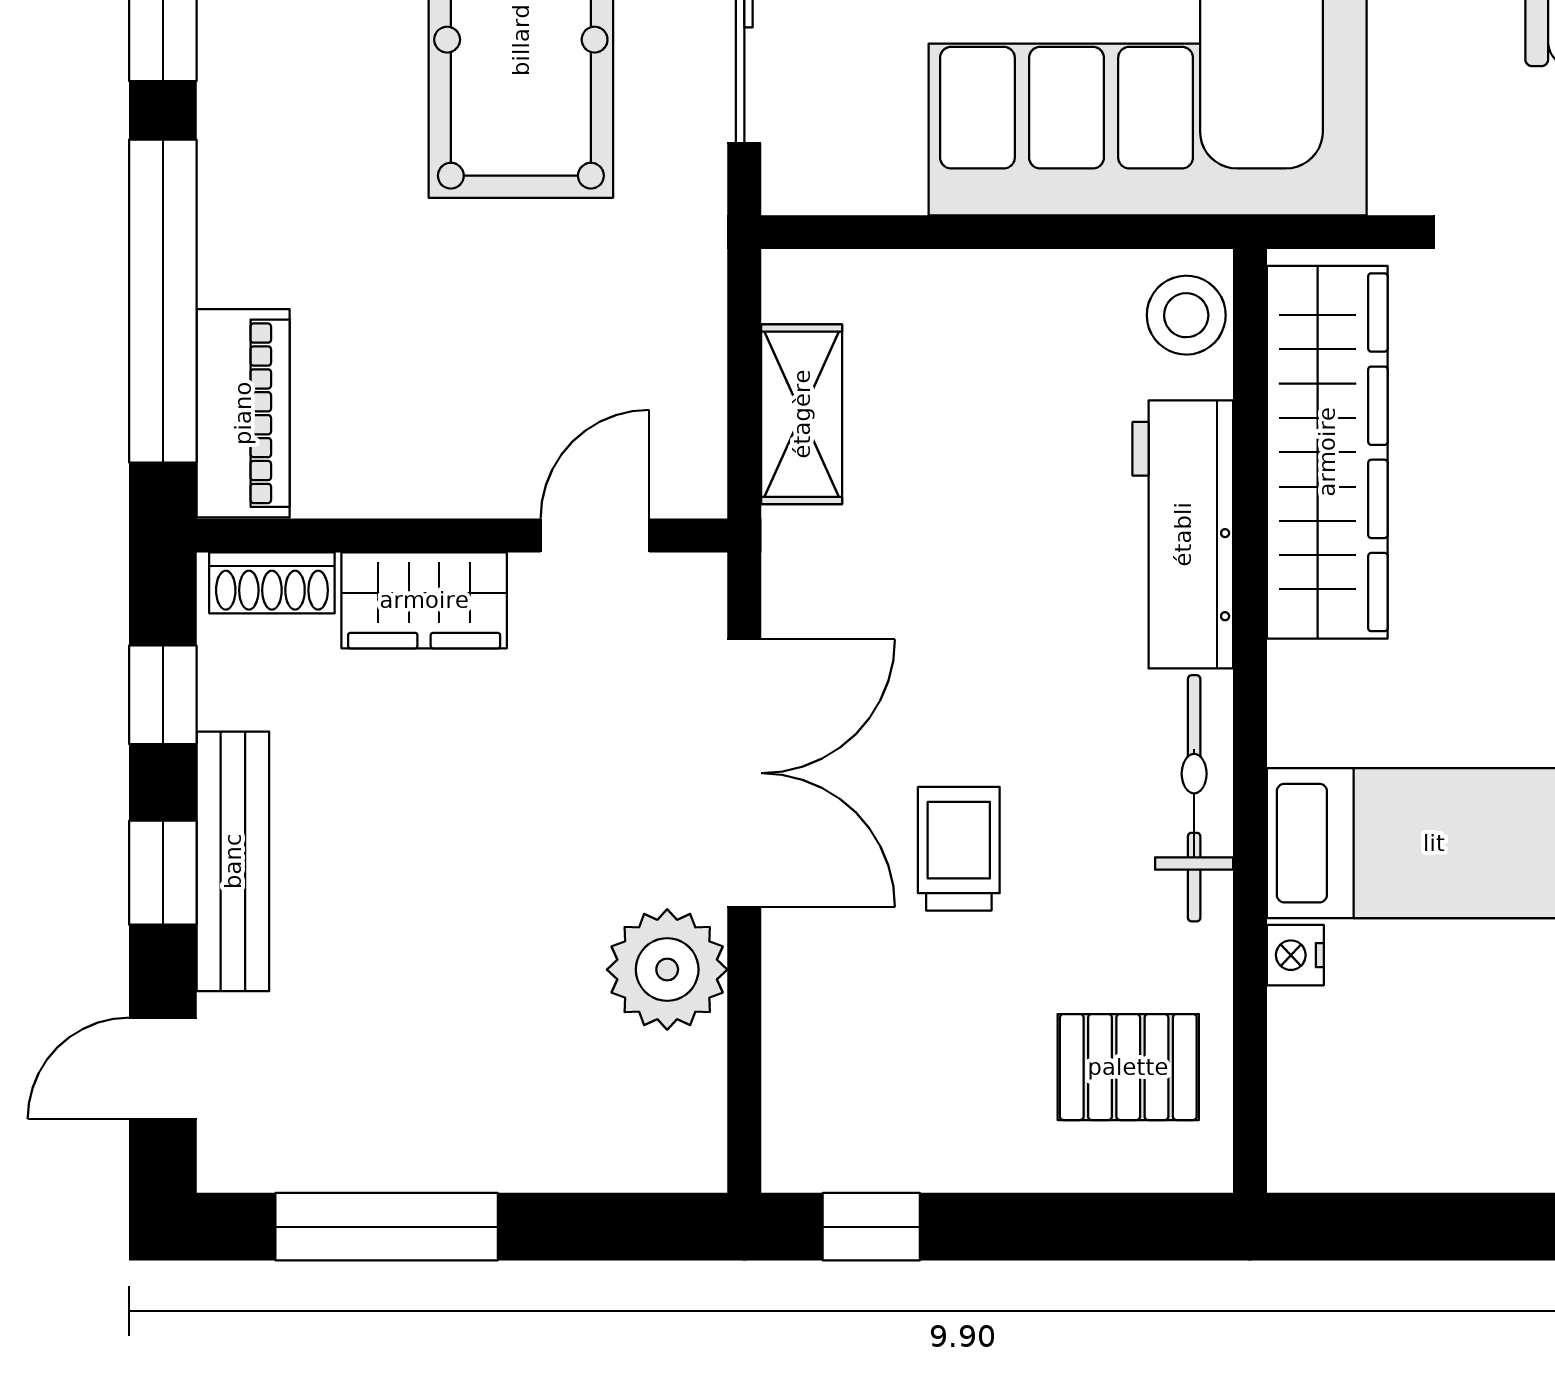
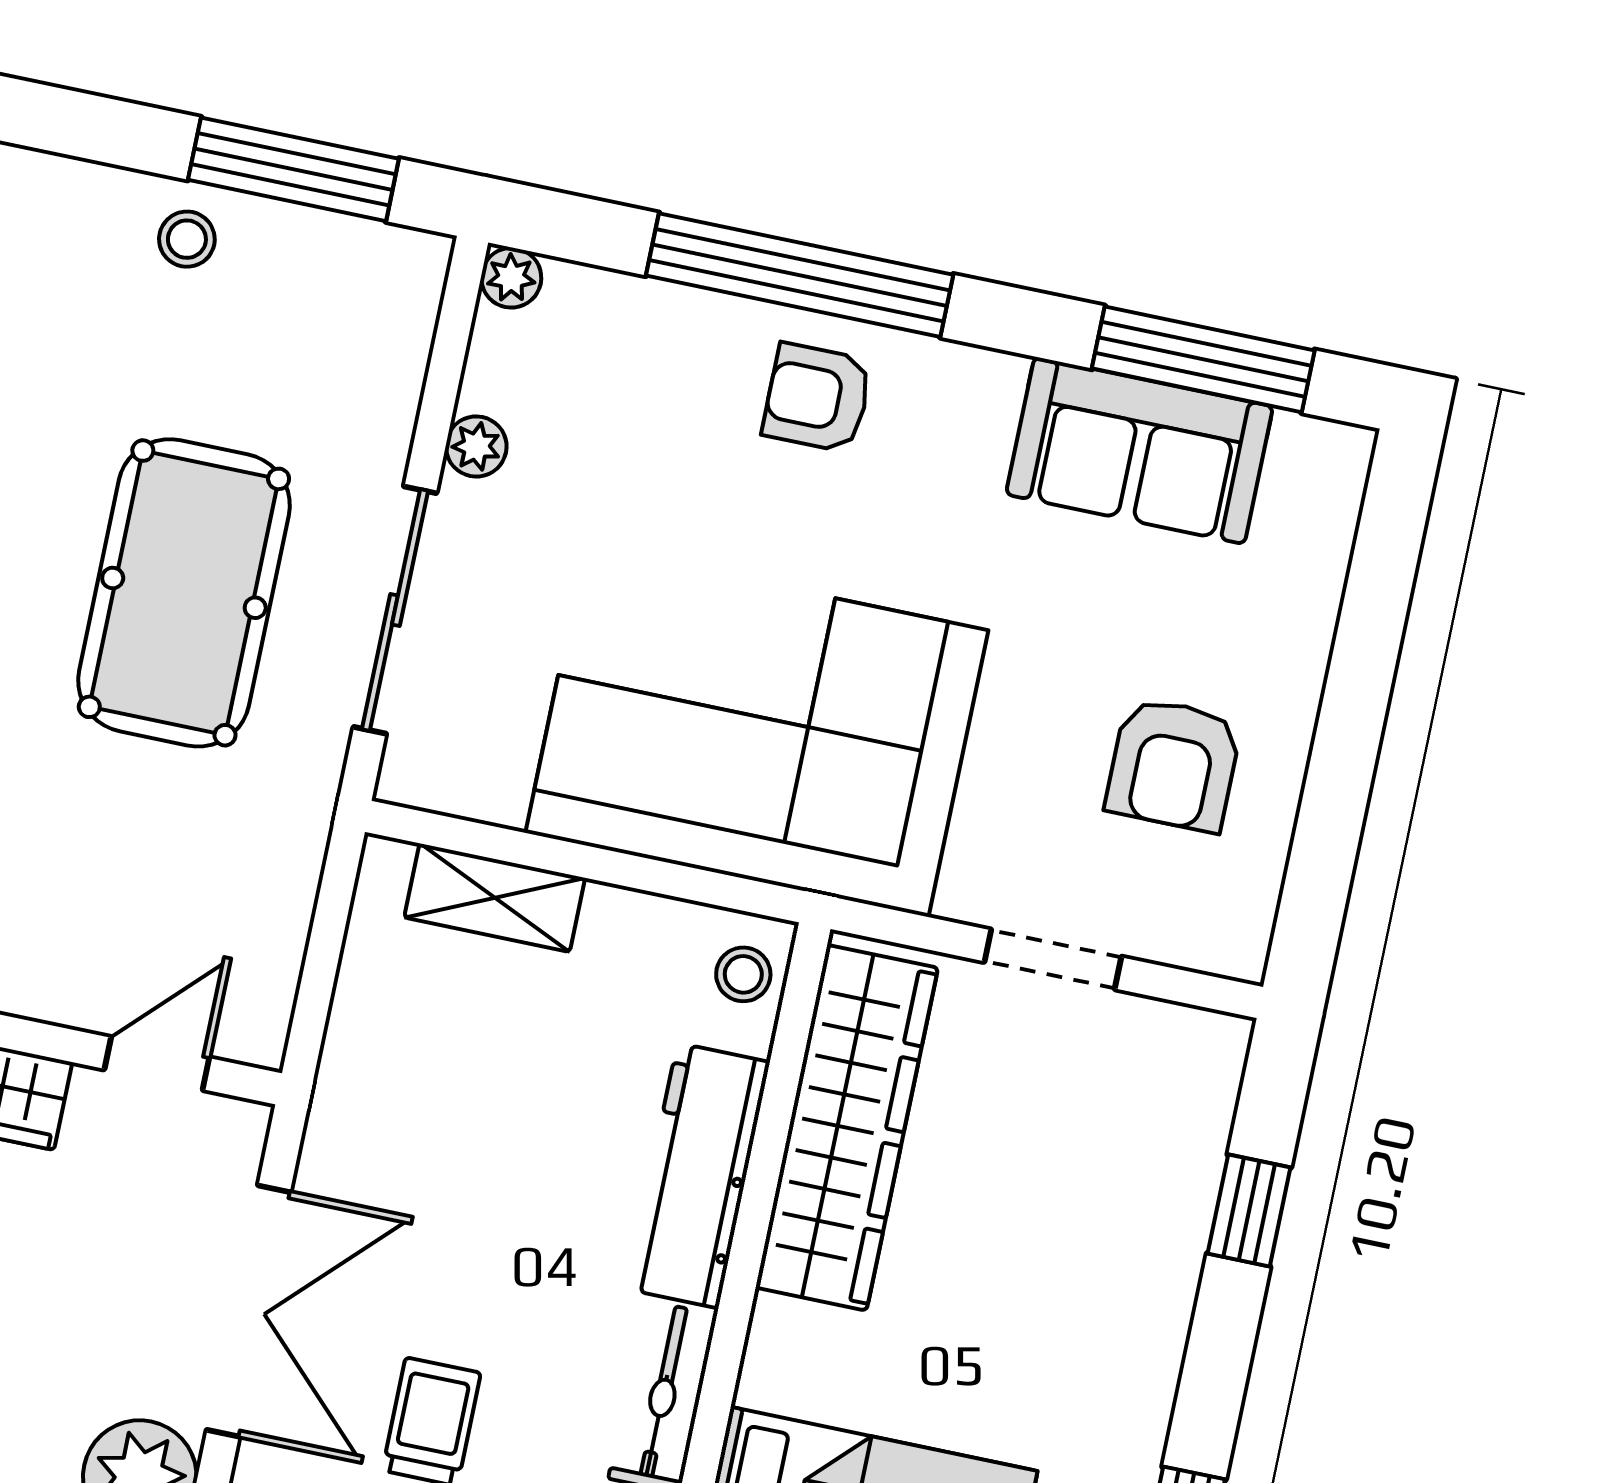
stool: (1186, 315) -> (743, 974), width x0.73, depth x0.73
shelving: (802, 414) -> (495, 898), moved, turned 90

